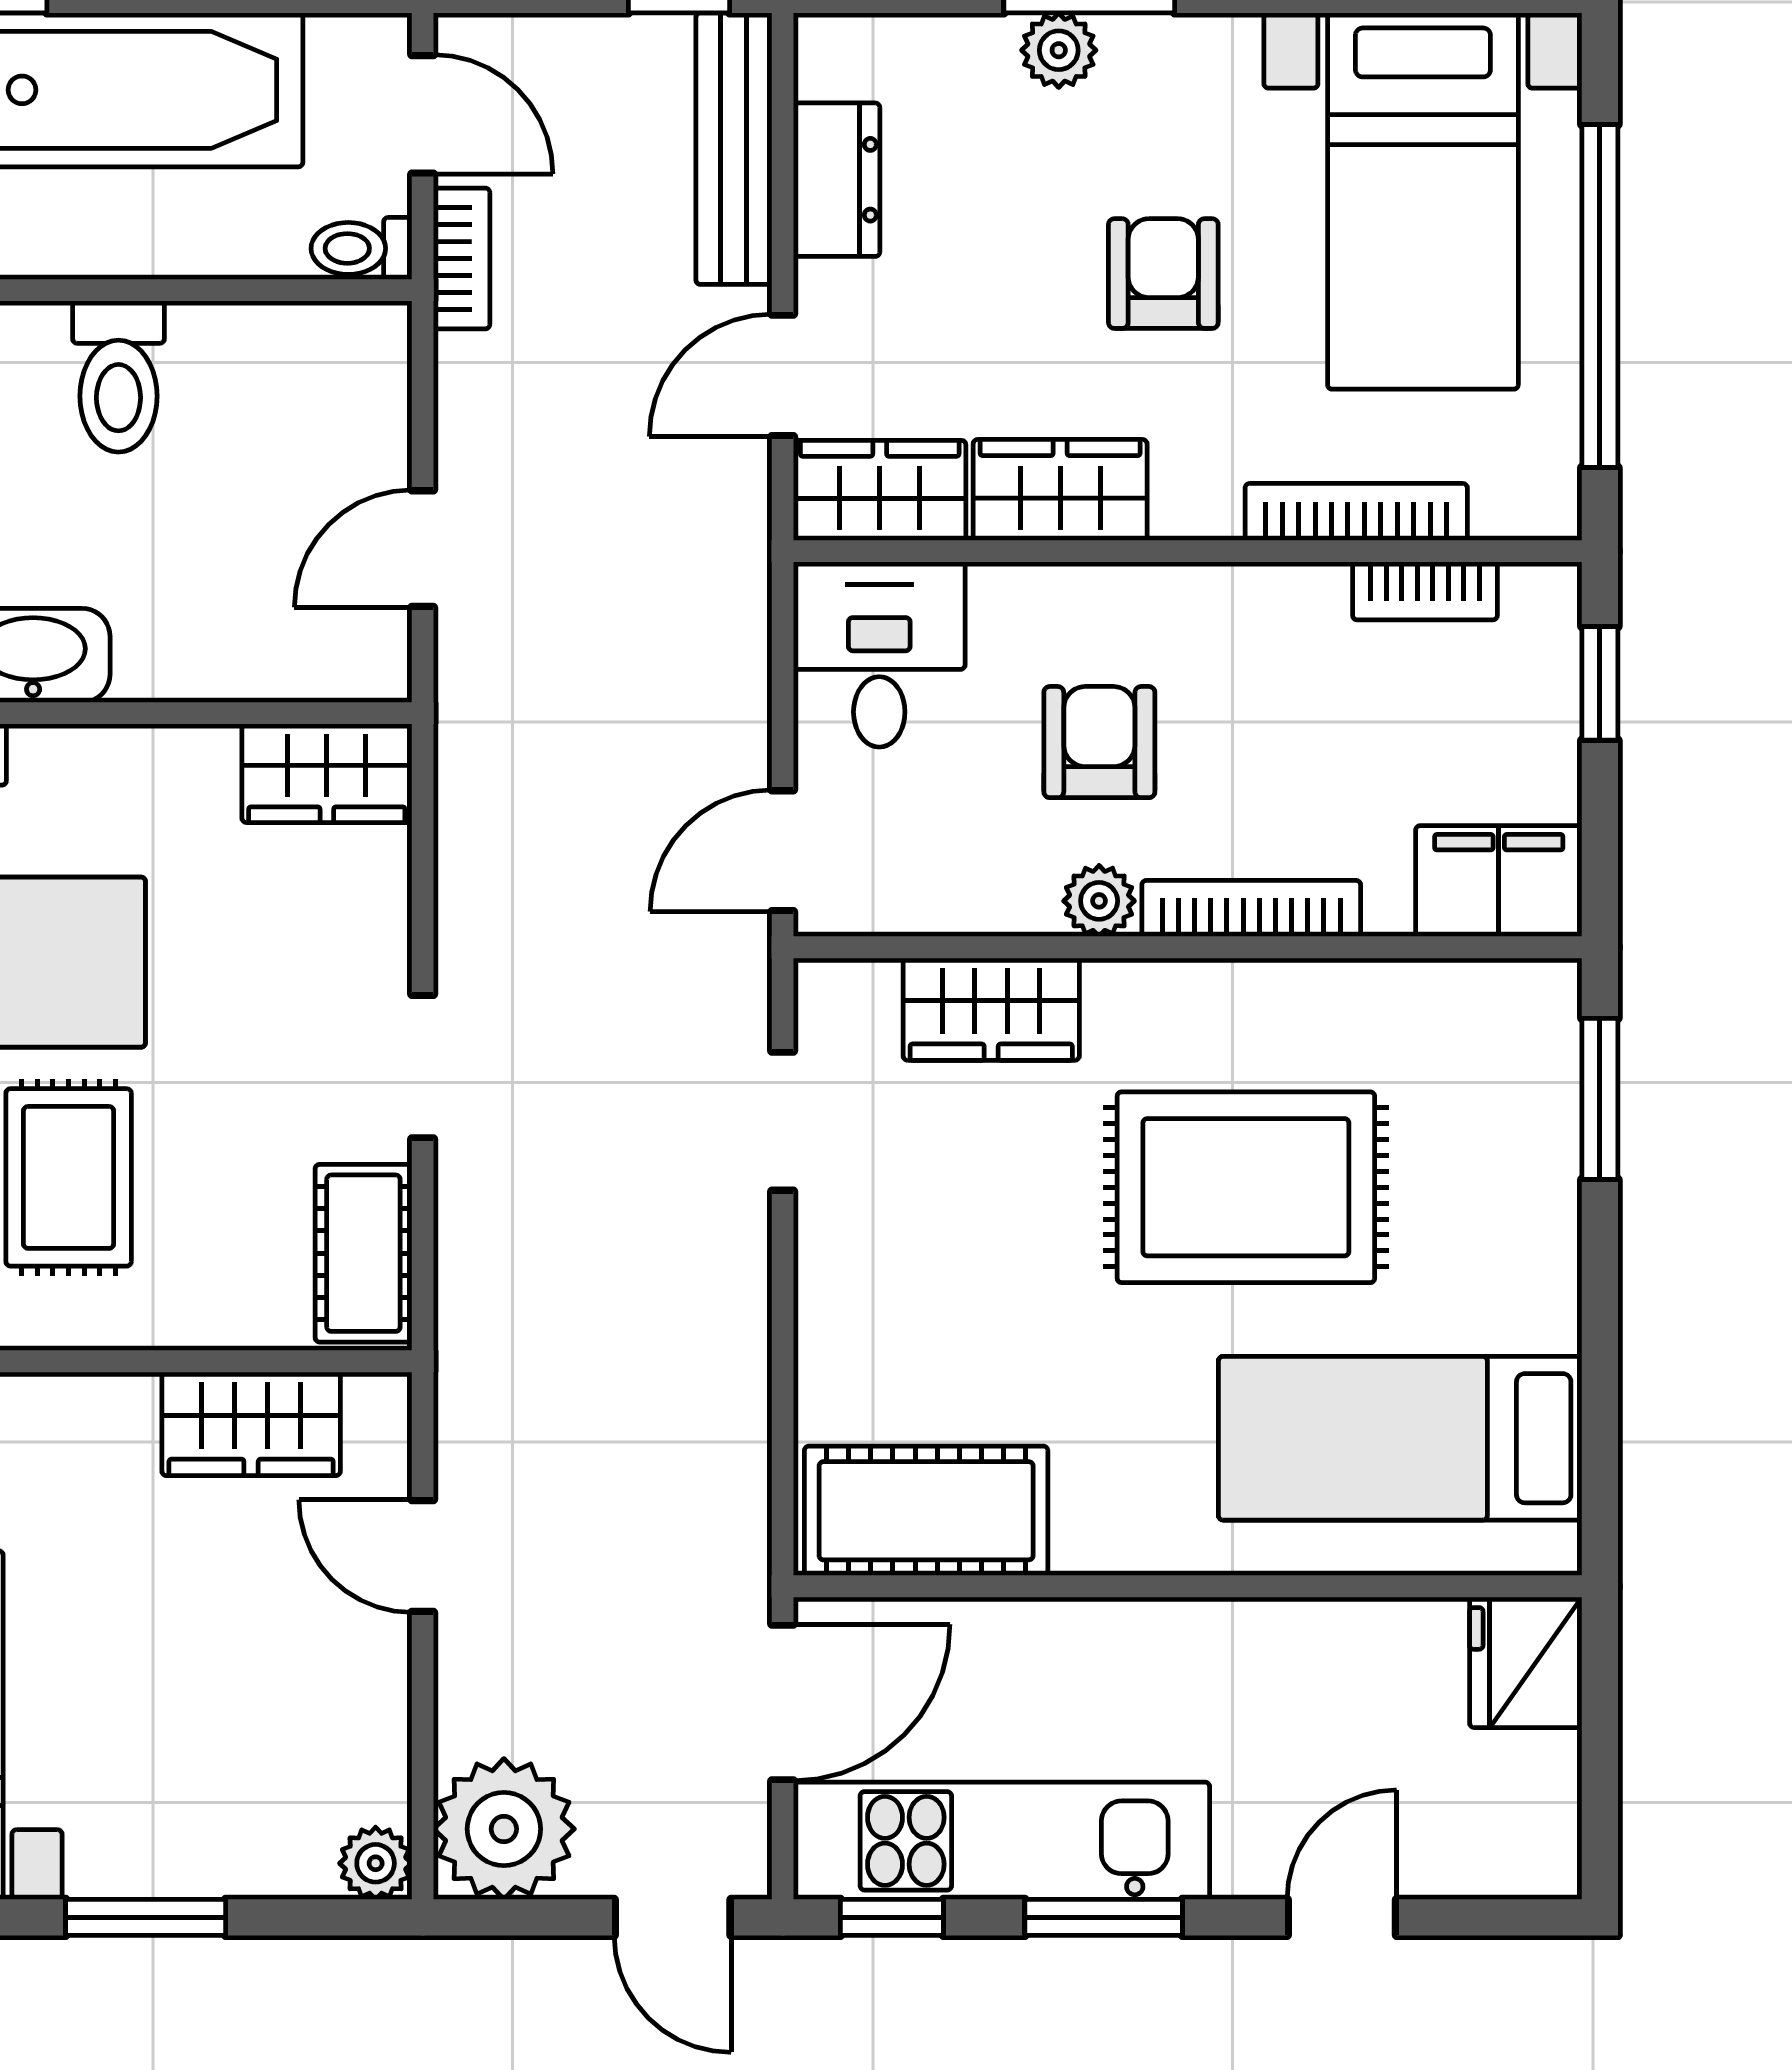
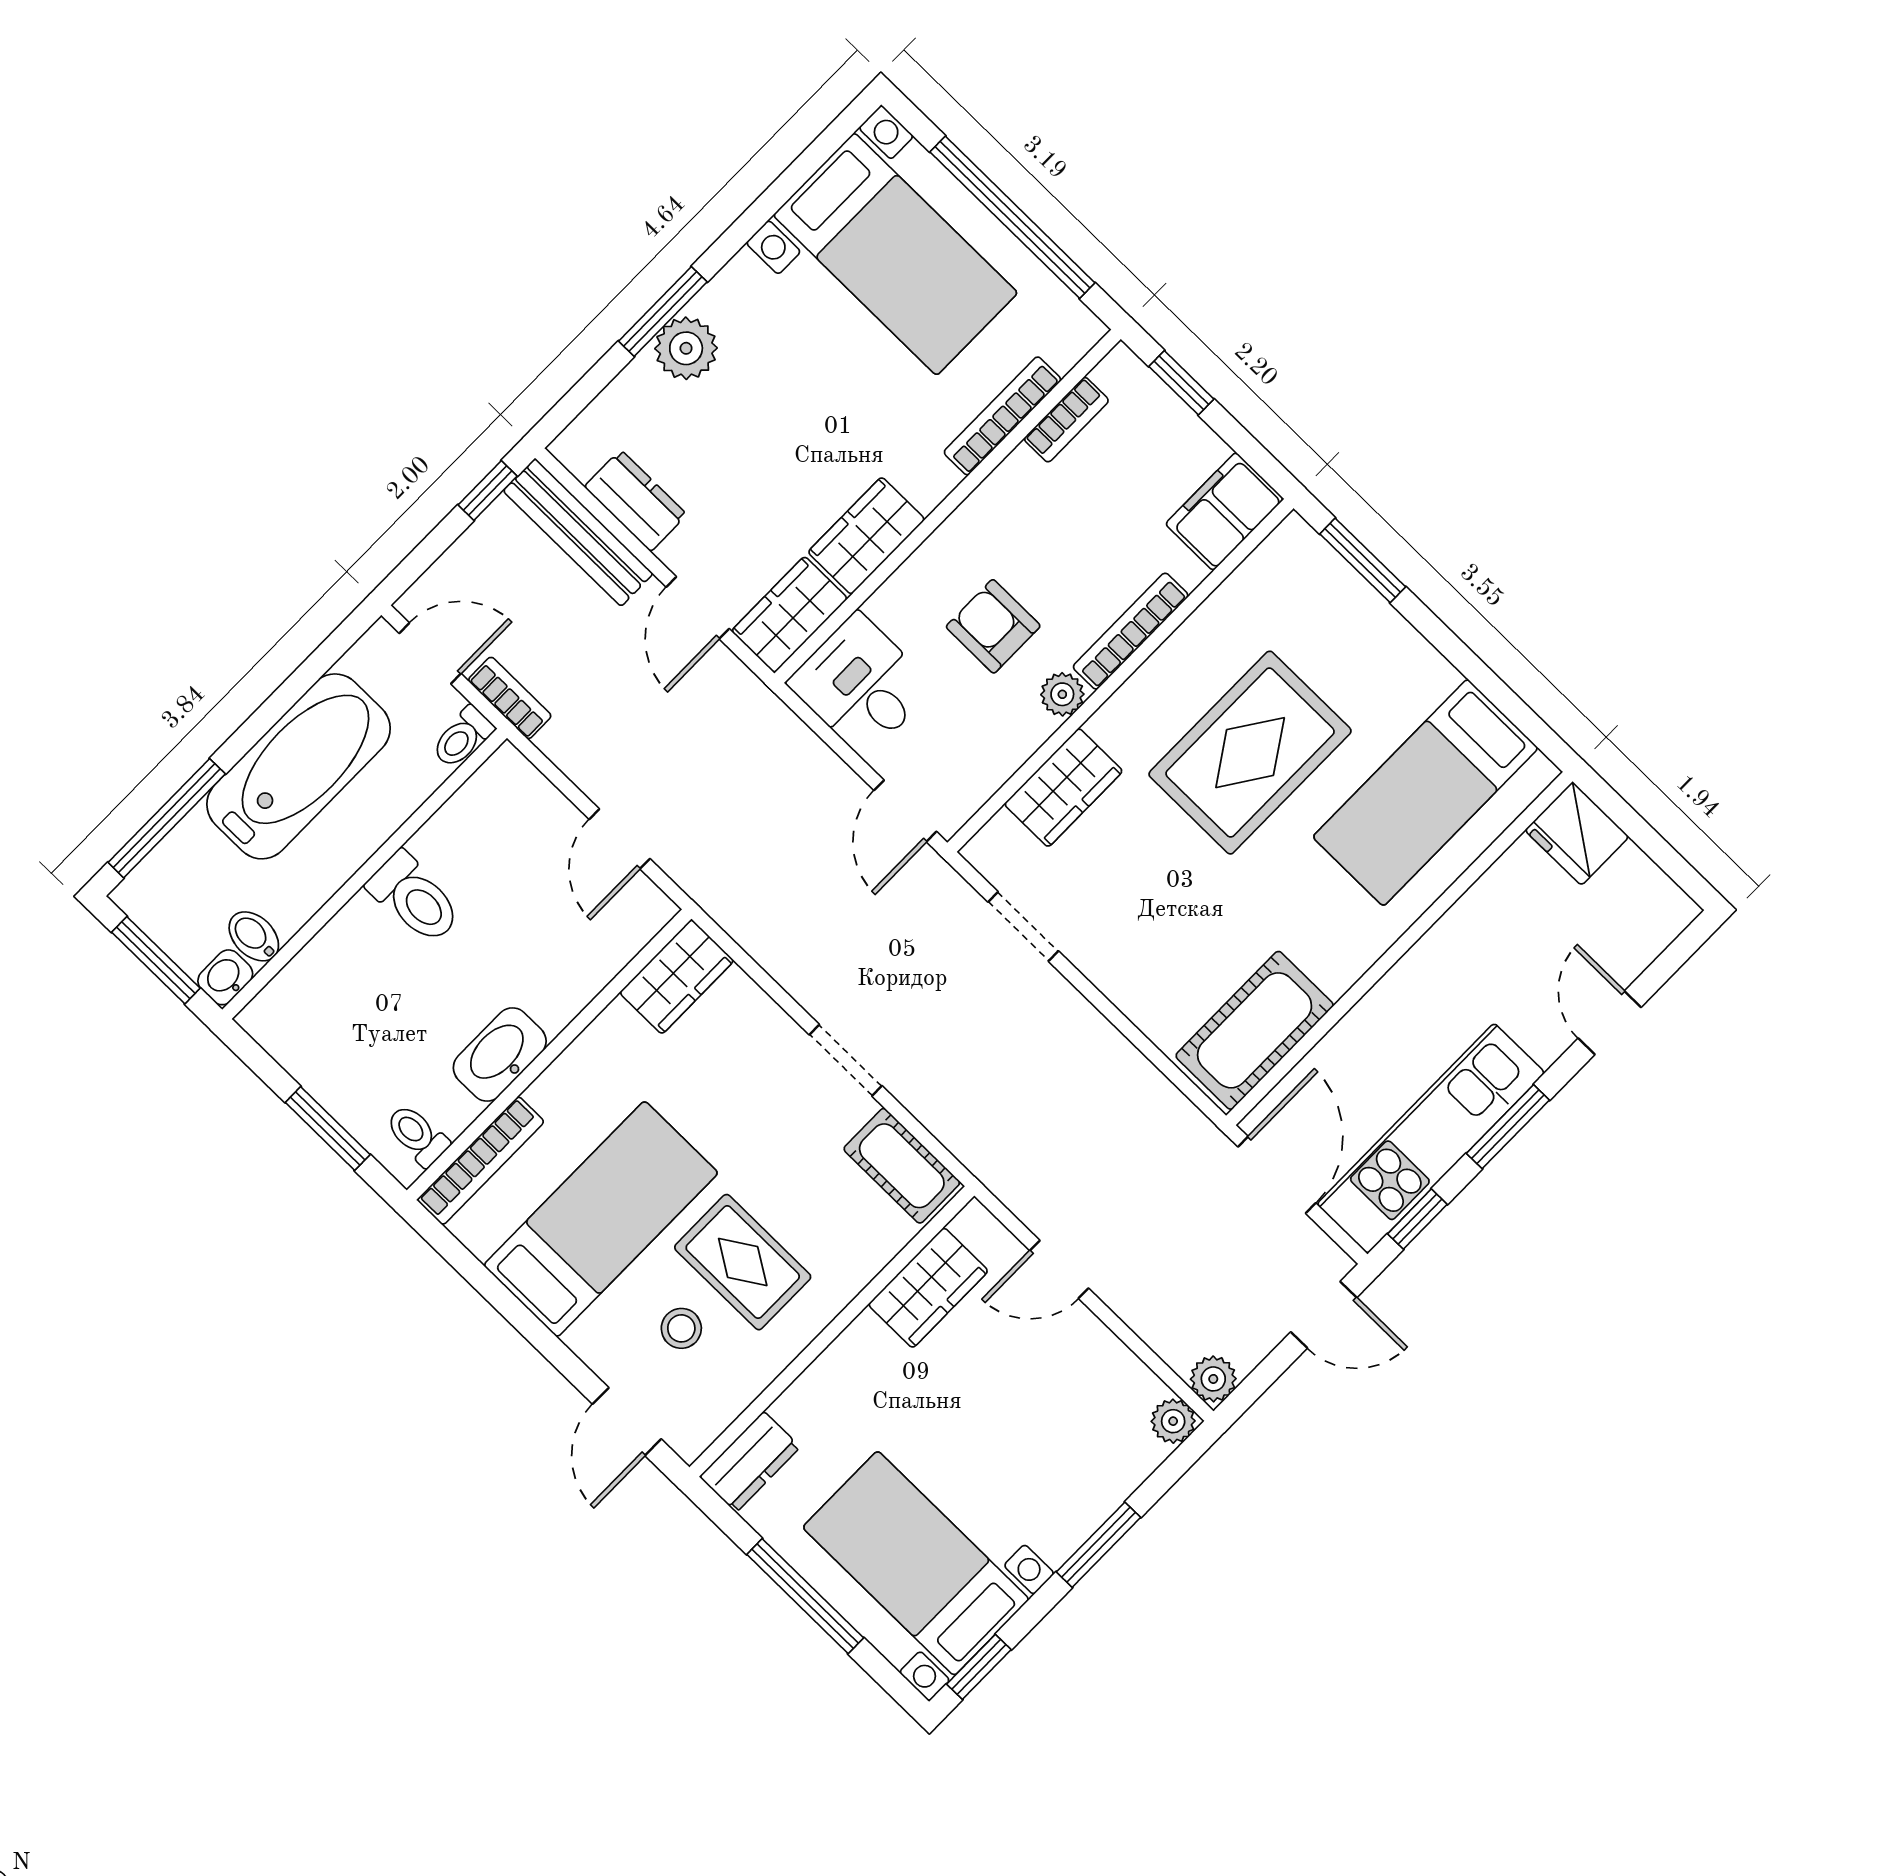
plant: (1059, 50) -> (686, 348), width x1.38, depth x1.38
armchair: (1163, 274) -> (816, 398), removed
plant: (504, 1829) -> (1213, 1379), width x0.53, depth x0.53

